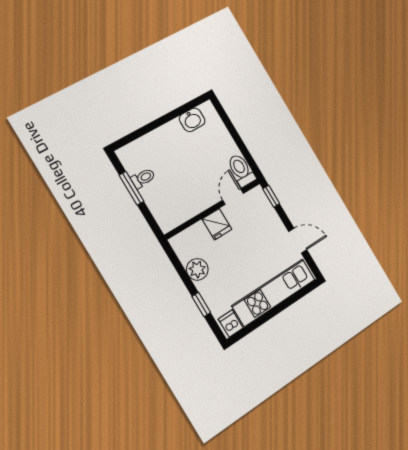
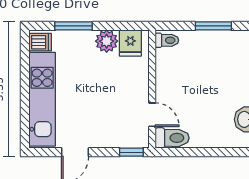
toilet: (143, 178) -> (167, 40), moved, turned -90
fridge: (217, 224) -> (130, 43), moved, turned -90
window: (201, 305) -> (73, 26), width x1.50

